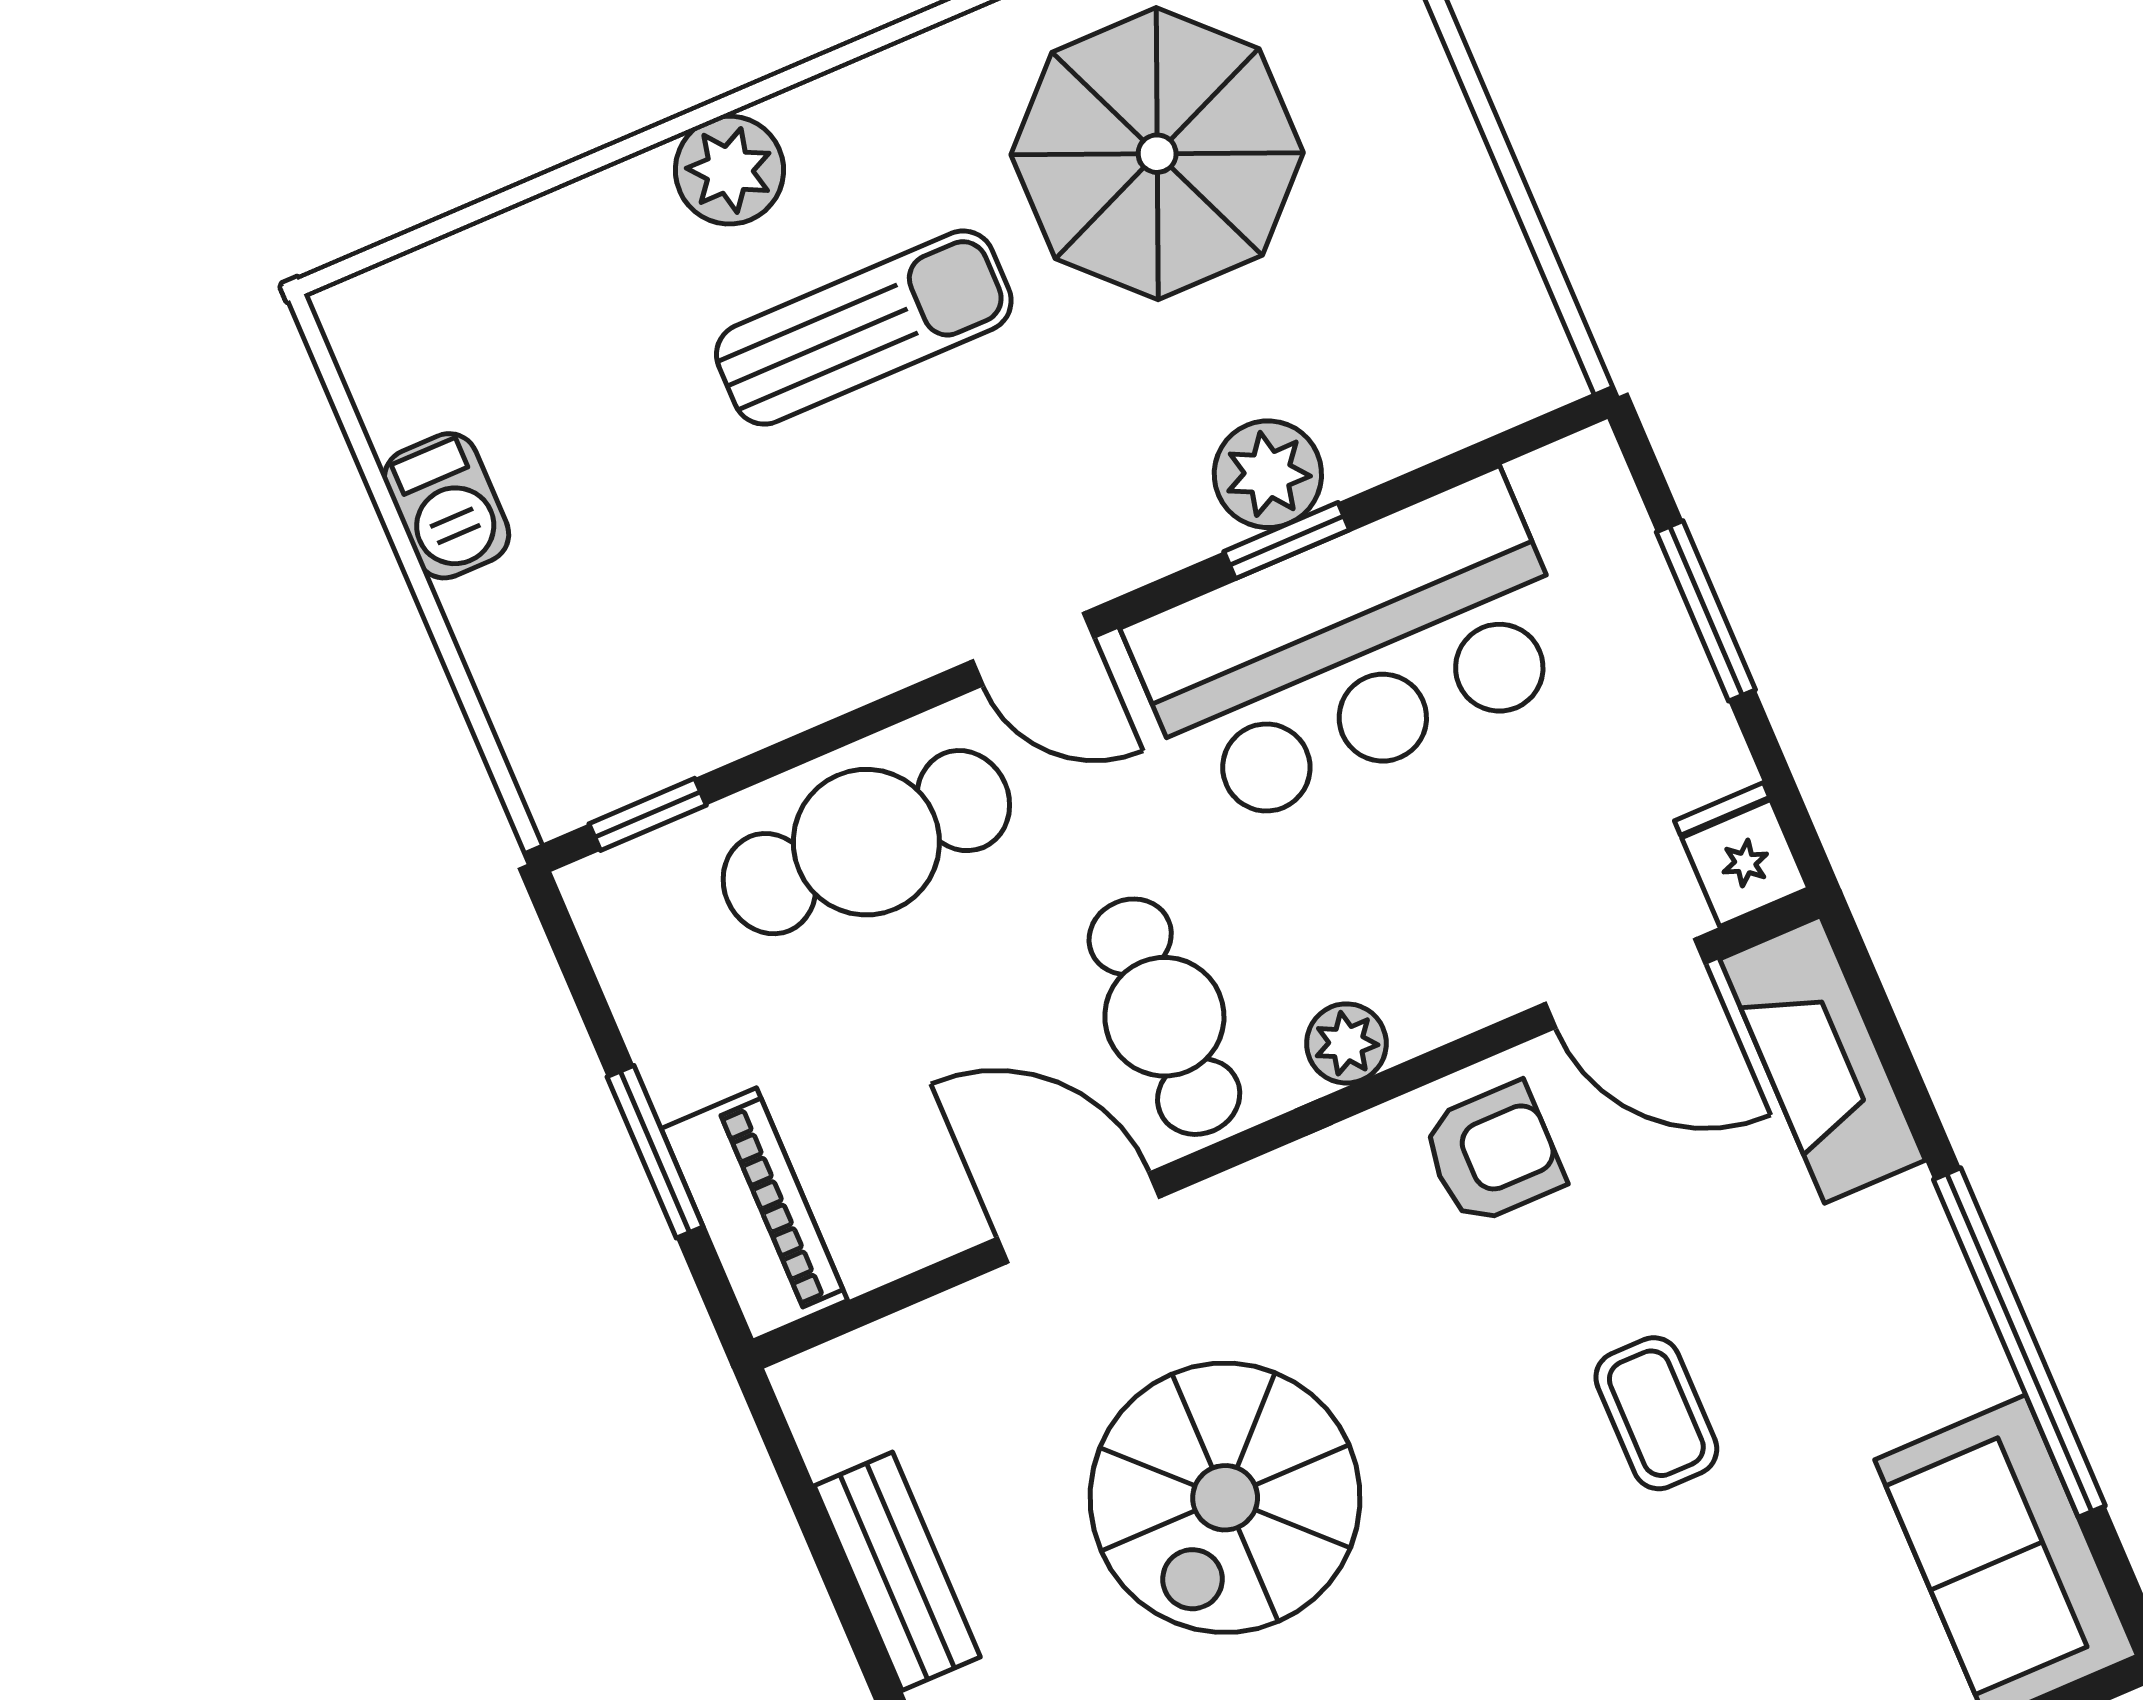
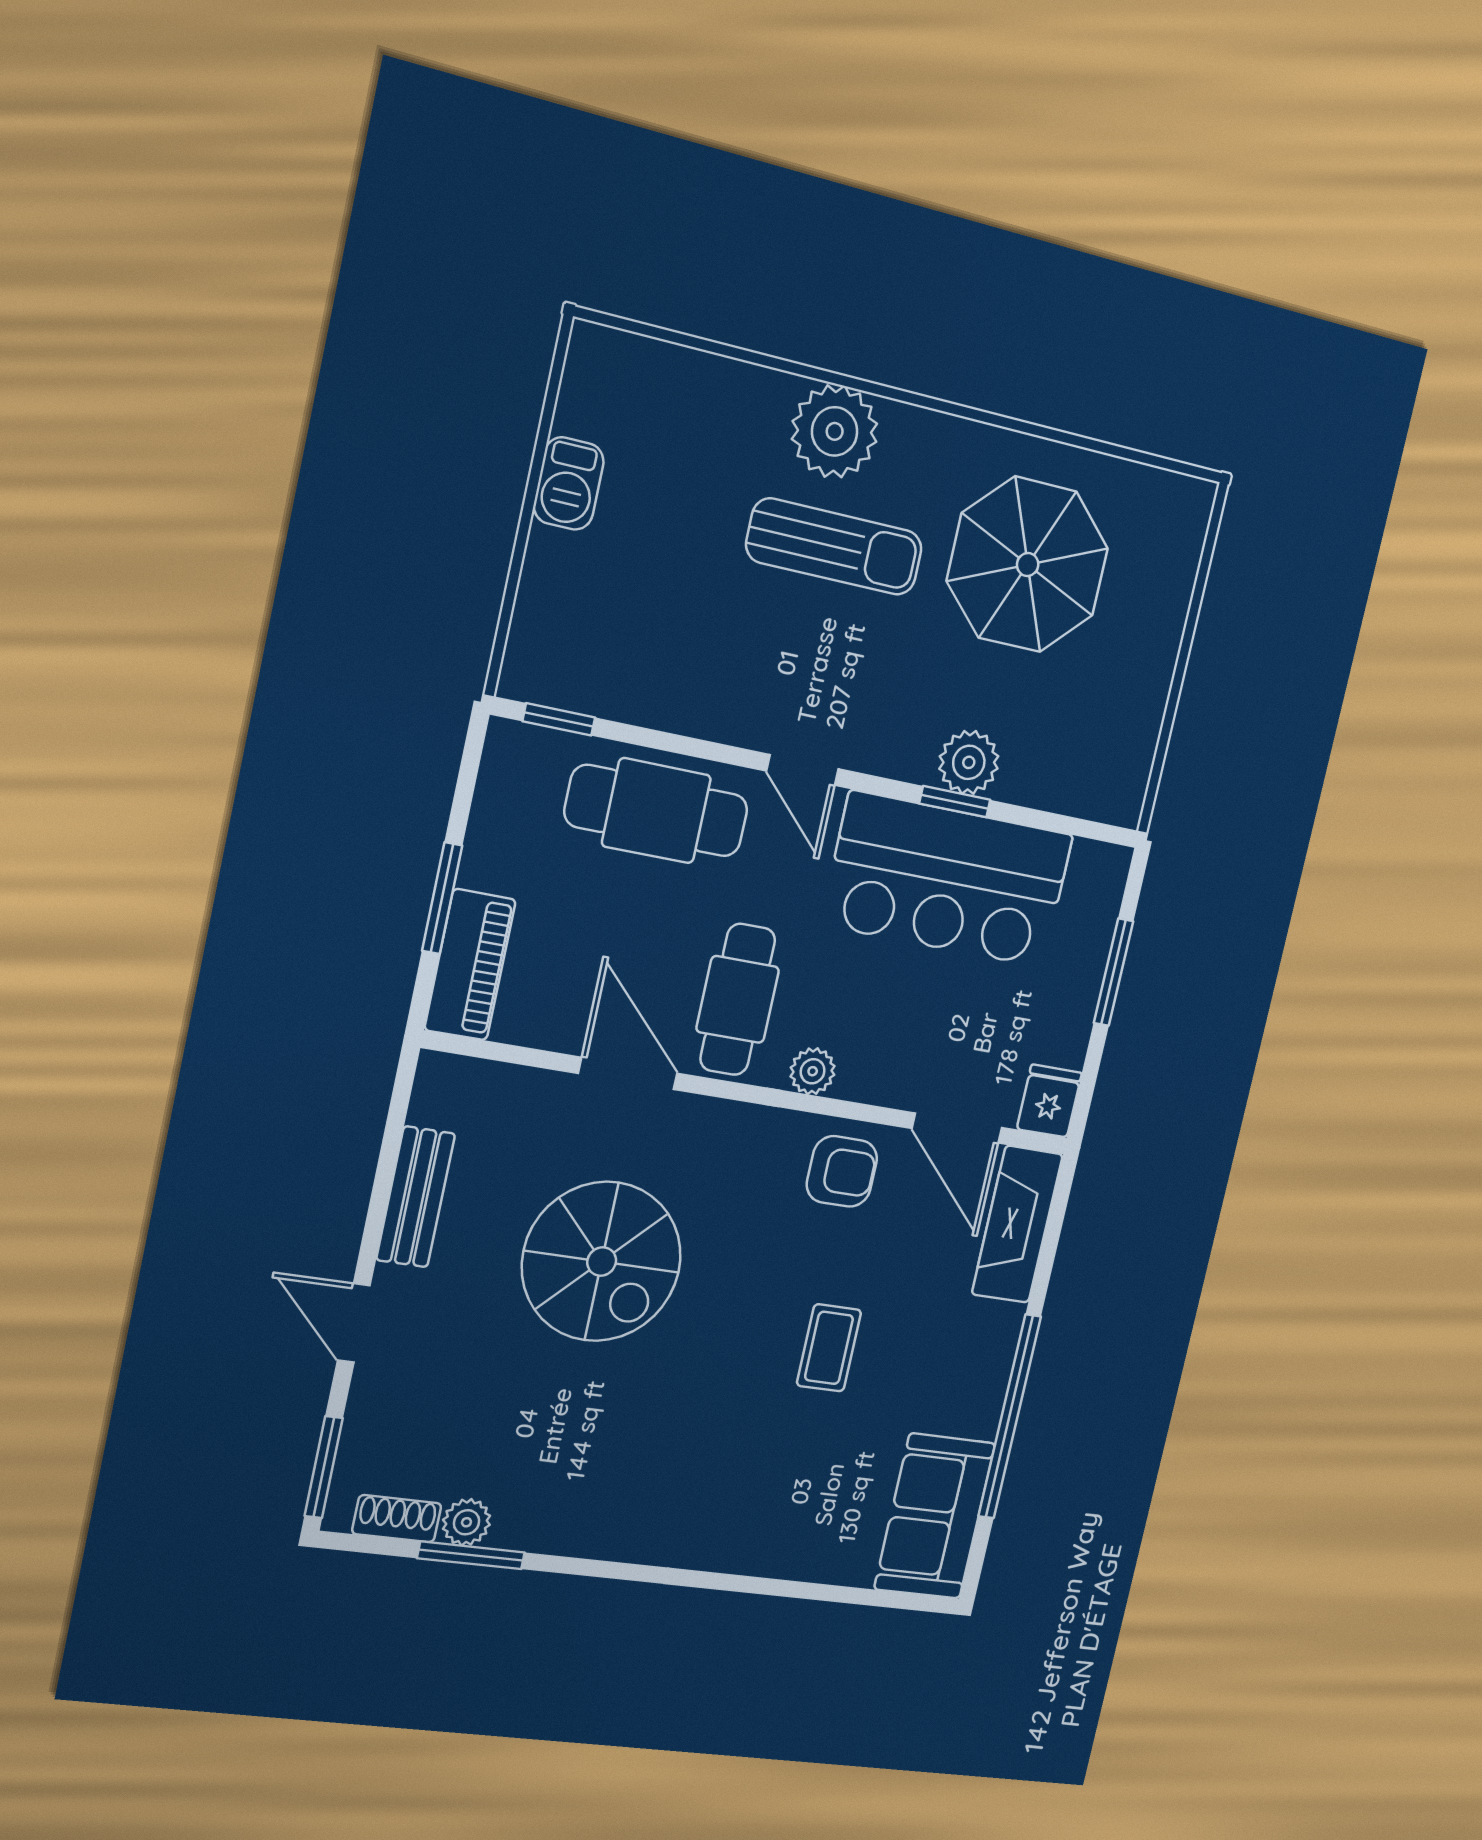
plant: (729, 170) -> (835, 431), width x1.36, depth x1.36
spiral stairs: (1225, 1498) -> (602, 1261), turned -90

